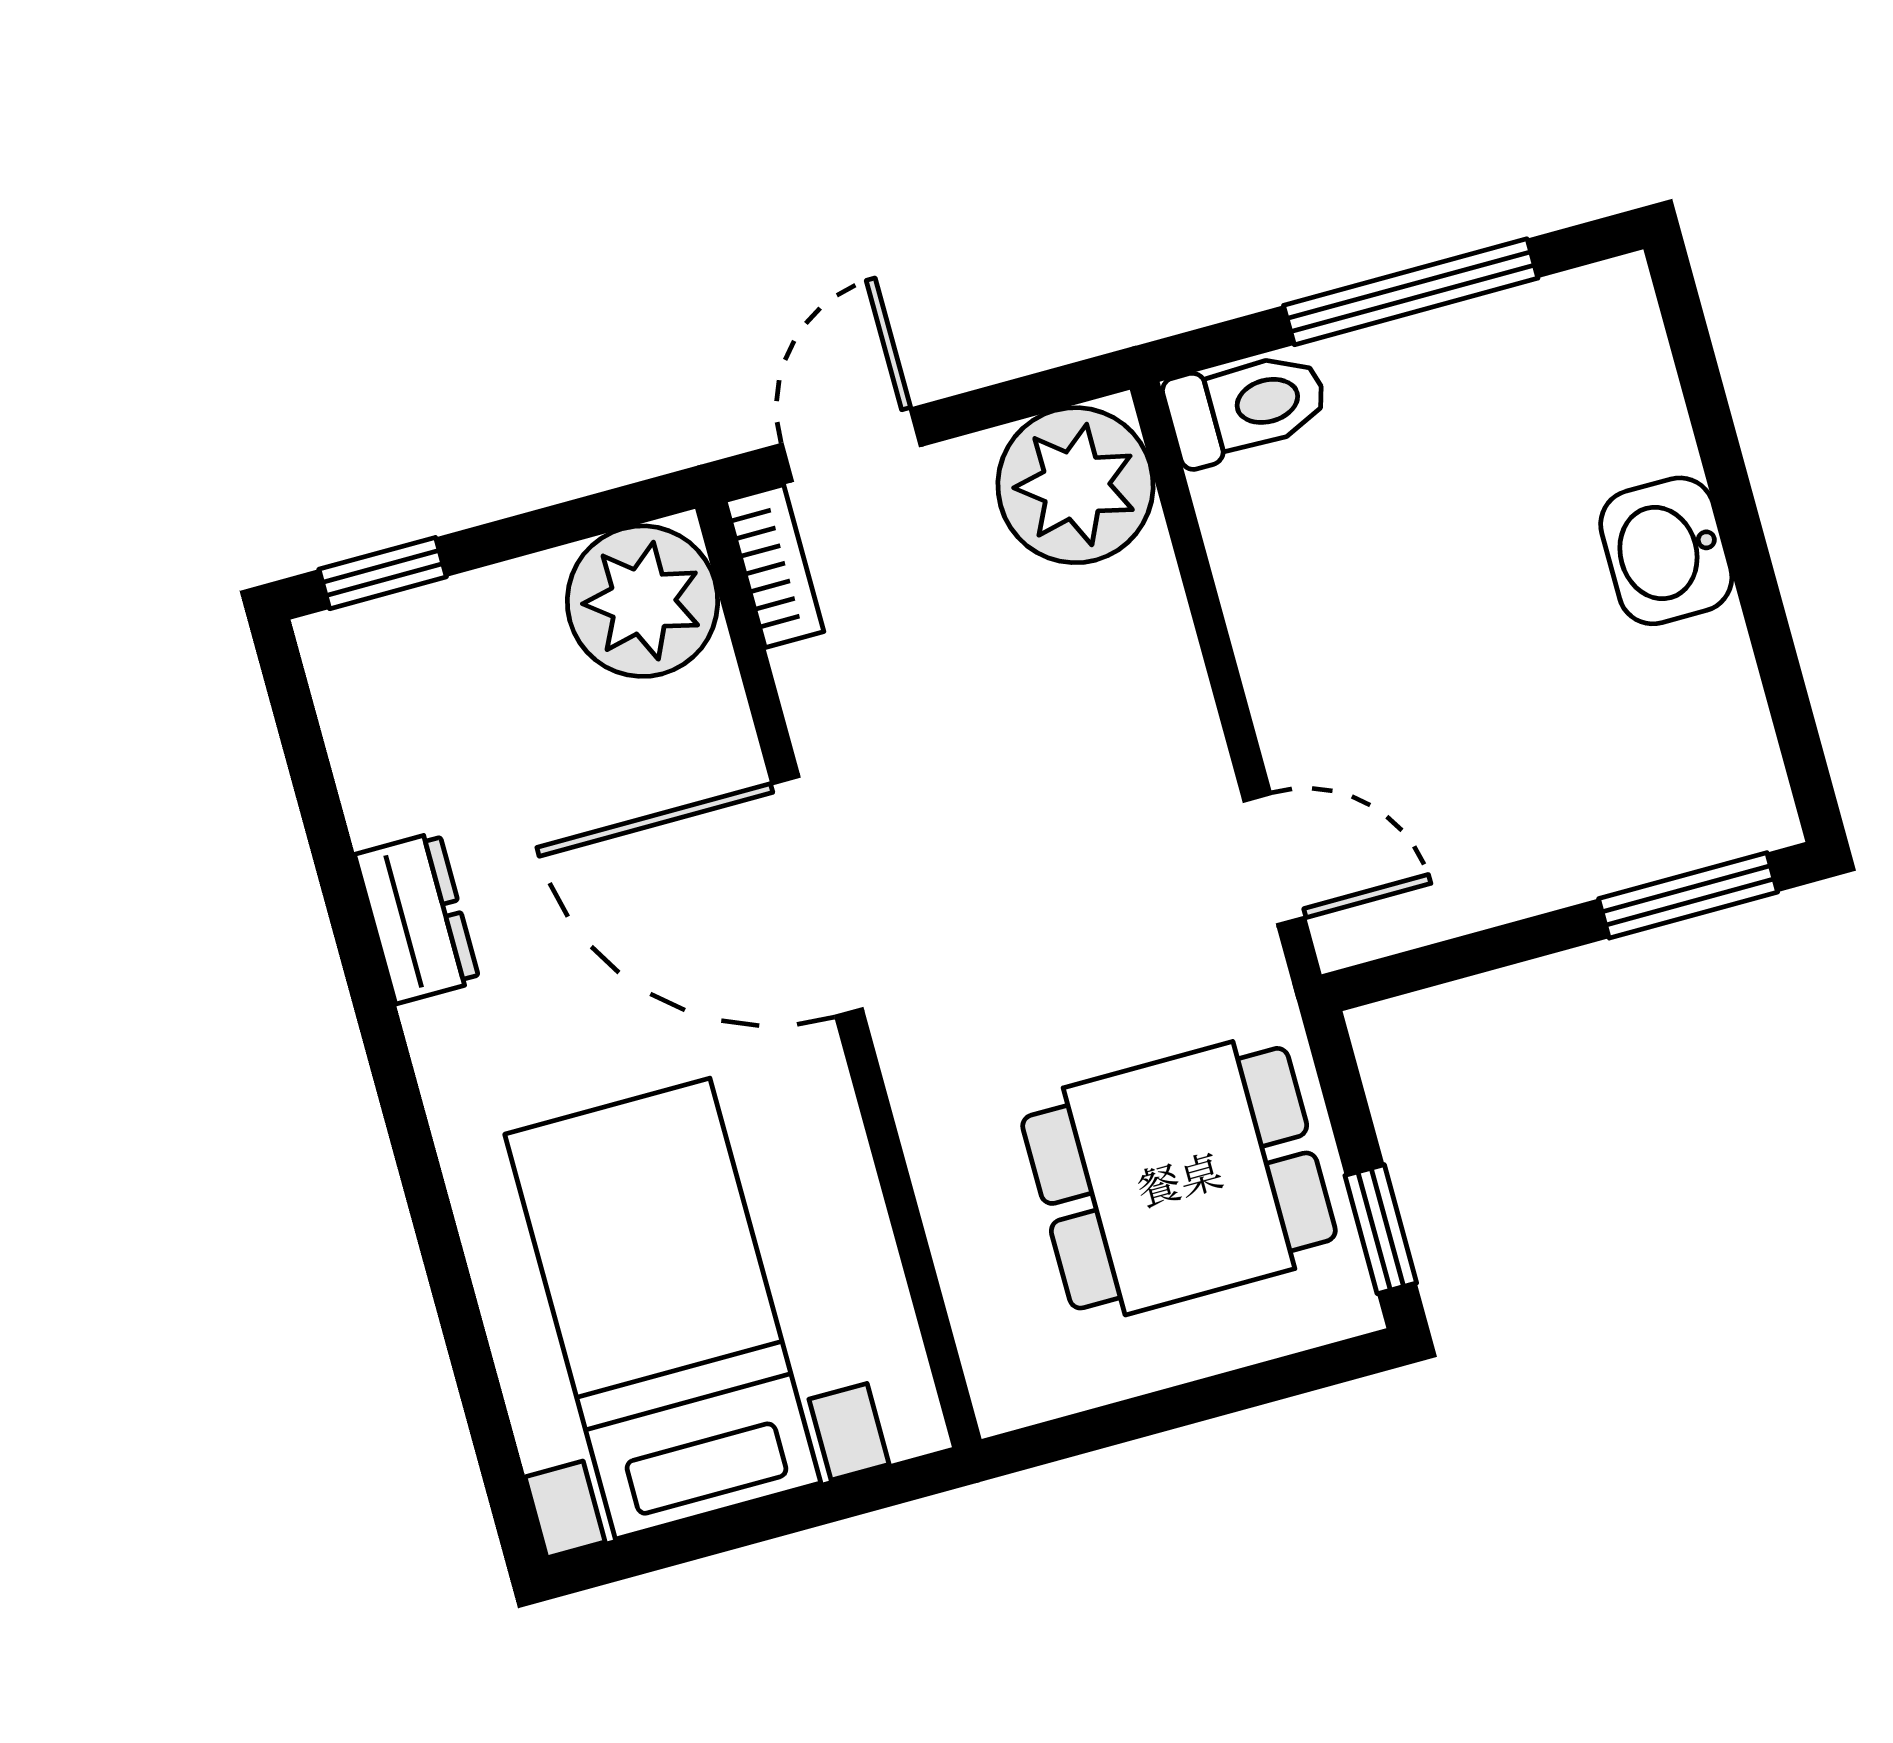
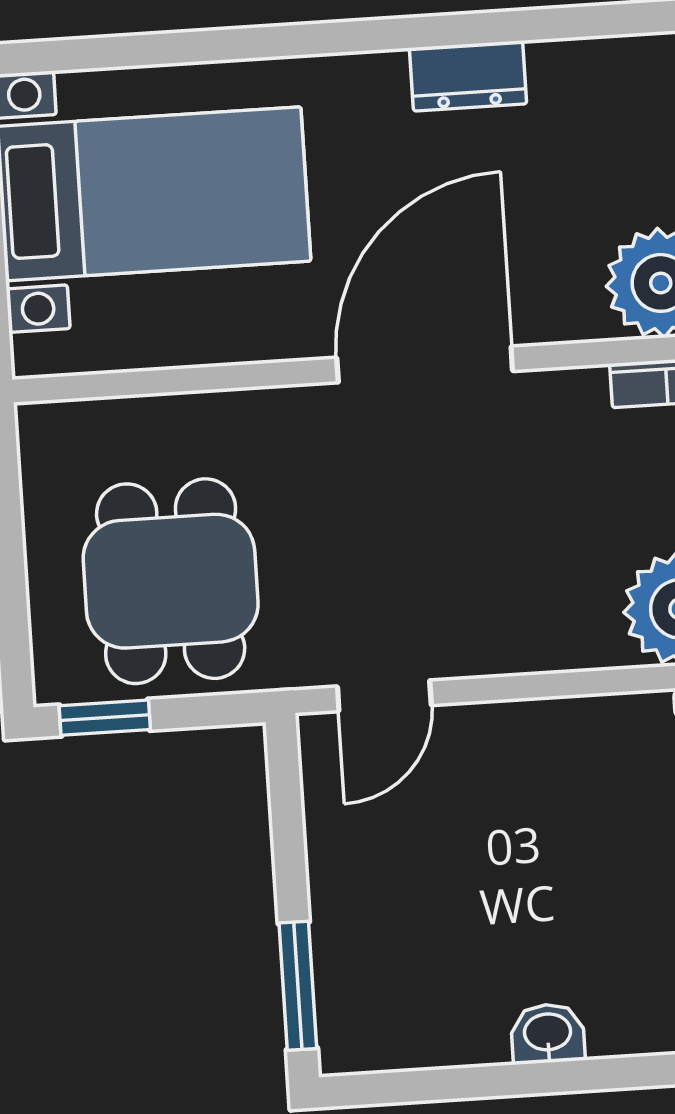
washbasin: (1666, 551) -> (548, 1034), width x0.72, depth x0.69

